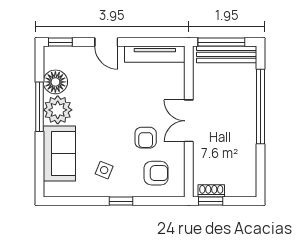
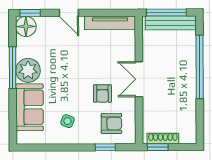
floor lamp: (55, 82) -> (26, 26), moved
shoe rack: (211, 191) -> (163, 138), width x1.43
window: (121, 201) -> (105, 147), moved

